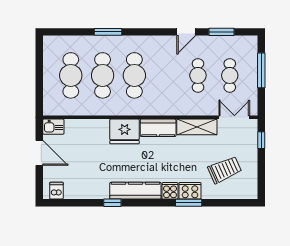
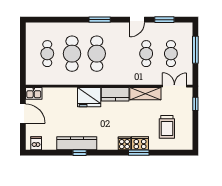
window: (108, 32) -> (100, 20), moved
cafe table: (71, 75) -> (47, 54), width x0.73, depth x0.74
trolley: (225, 170) -> (167, 127), turned 114
kitchen counter: (135, 191) -> (77, 143), moved

